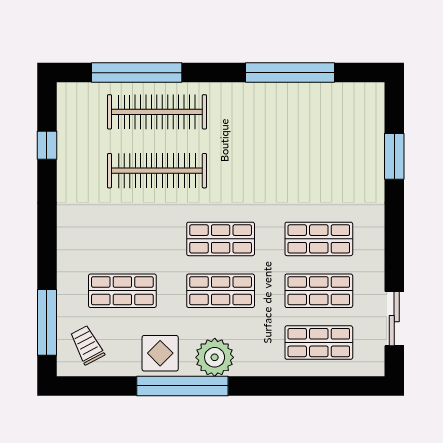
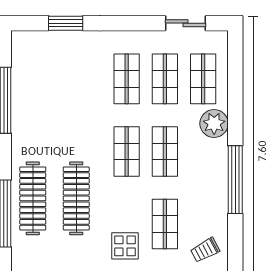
display table: (160, 353) -> (125, 246), moved
plant: (215, 357) -> (214, 124), moved

